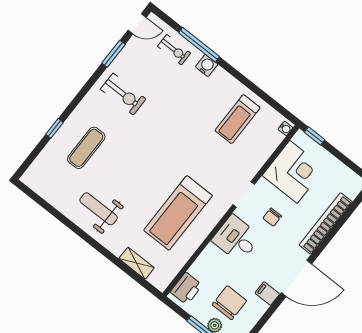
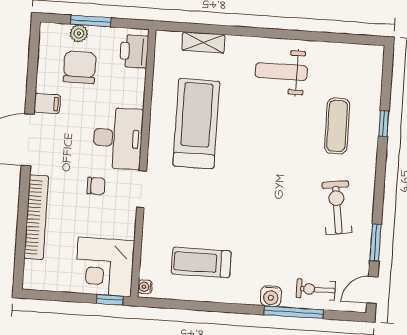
exercise bike: (123, 94) -> (337, 208), turned 82
treadmill: (237, 119) -> (201, 262), turned -90
corner desk: (293, 172) -> (105, 267), moved
weight bench: (99, 209) -> (281, 72), turned 180
chair: (272, 217) -> (96, 186), turned 91
desk: (236, 239) -> (118, 138), width x1.37
chair: (229, 303) -> (80, 67), turned 180

